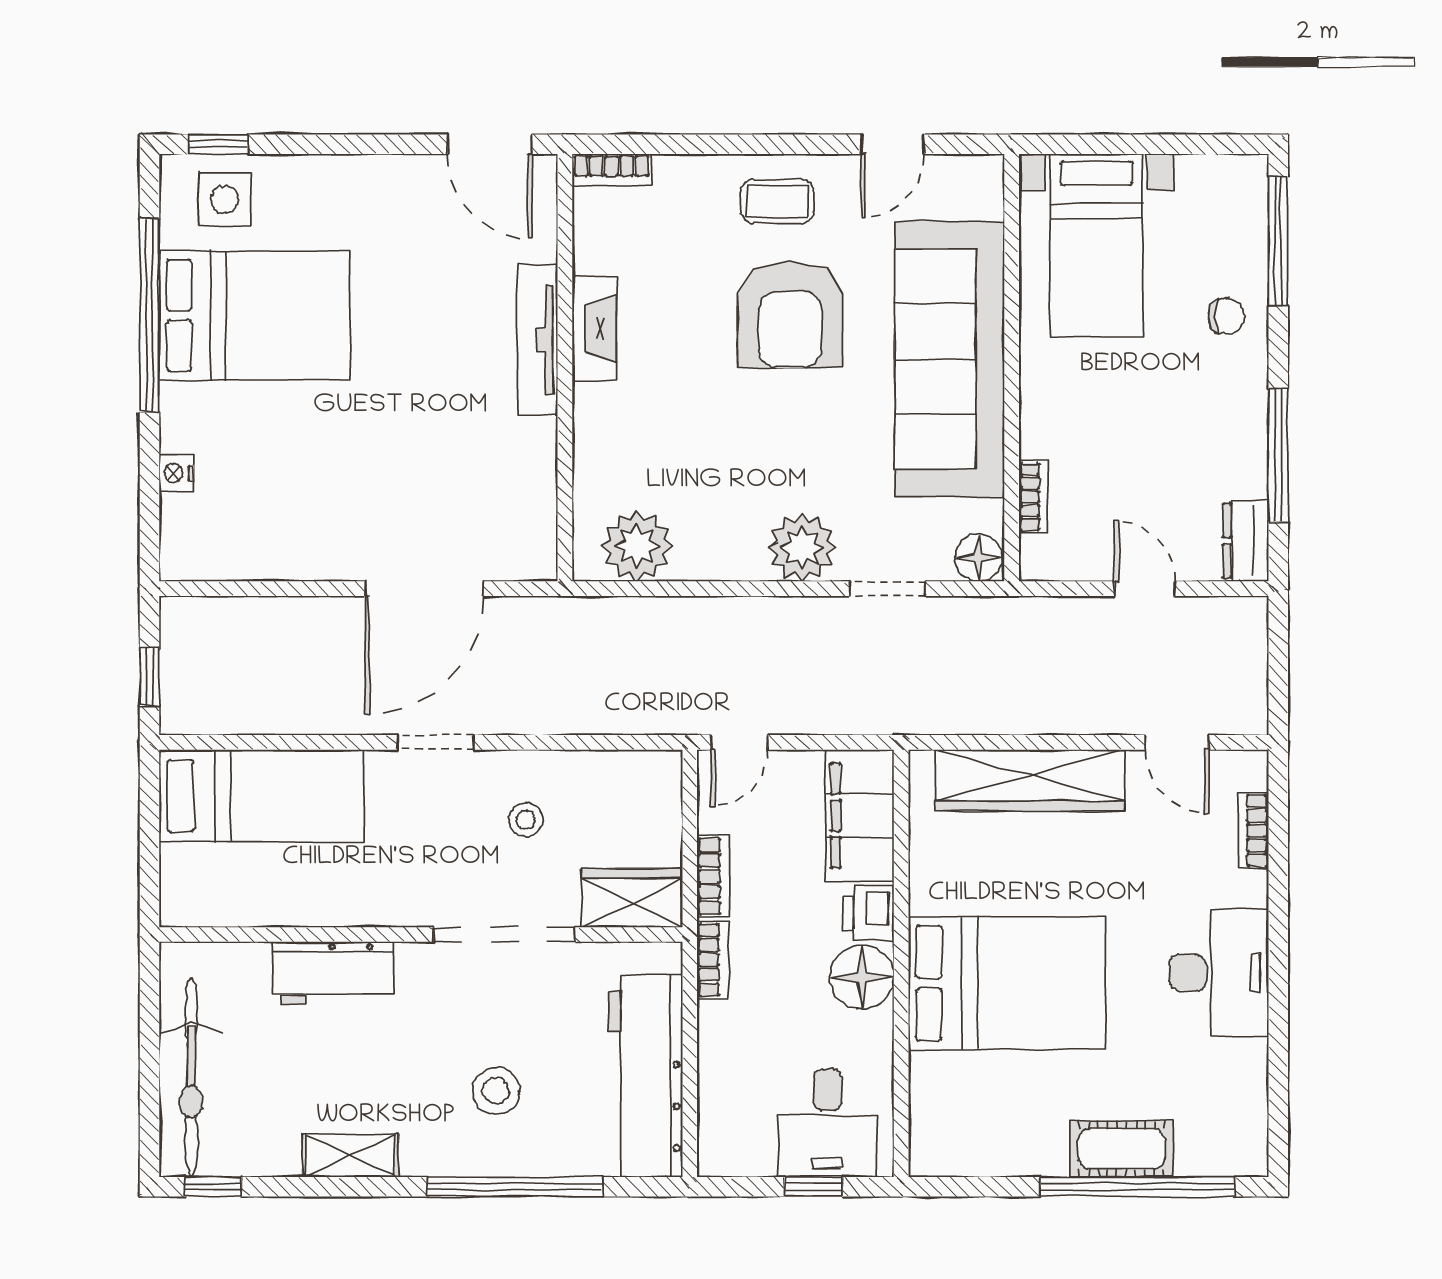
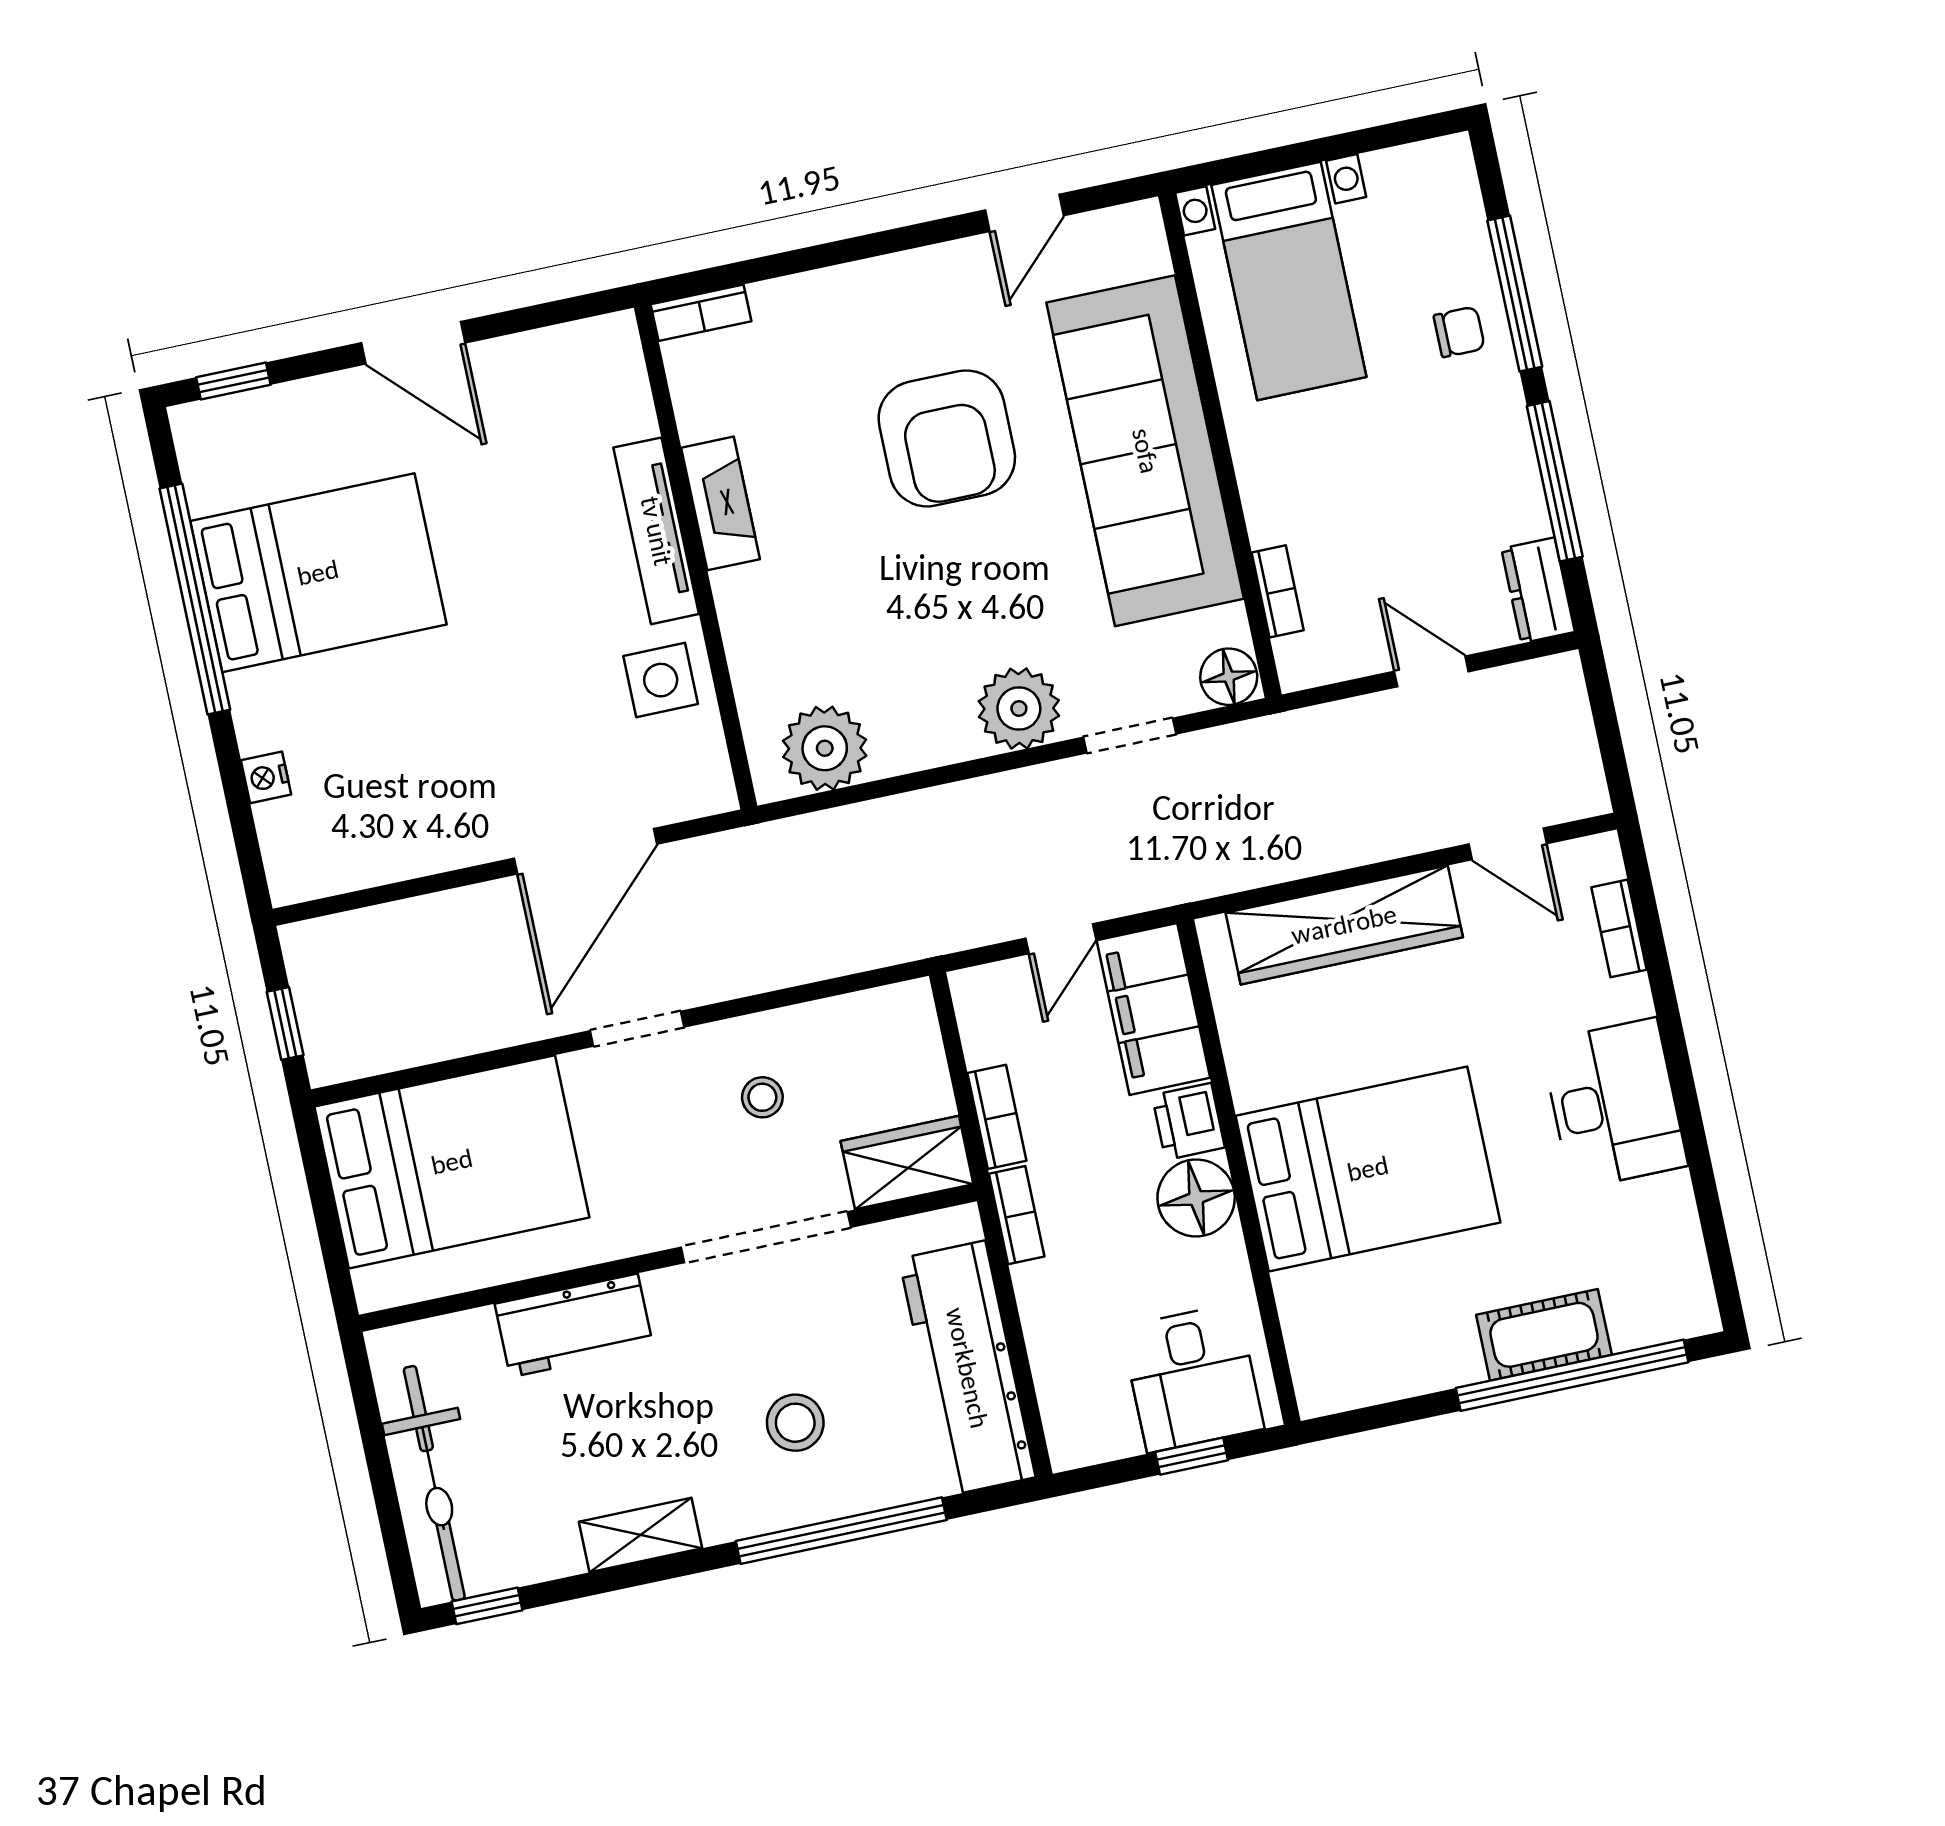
door: (490, 144) -> (413, 343), moved
side table: (224, 199) -> (661, 680), moved
coffee table: (777, 201) -> (903, 309), removed
window: (1278, 241) -> (1515, 294), moved
door: (739, 742) -> (1061, 939), moved
bed: (261, 796) -> (452, 1162), width x1.50

